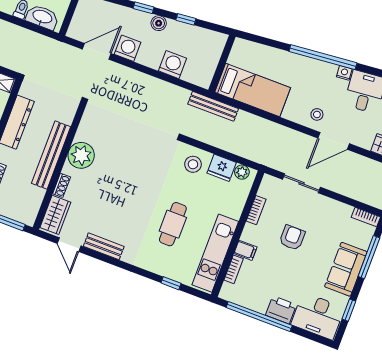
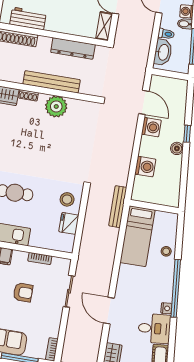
window: (186, 19) -> (184, 170), removed
stool: (317, 114) -> (166, 251), moved
plant: (242, 172) -> (69, 241), removed

